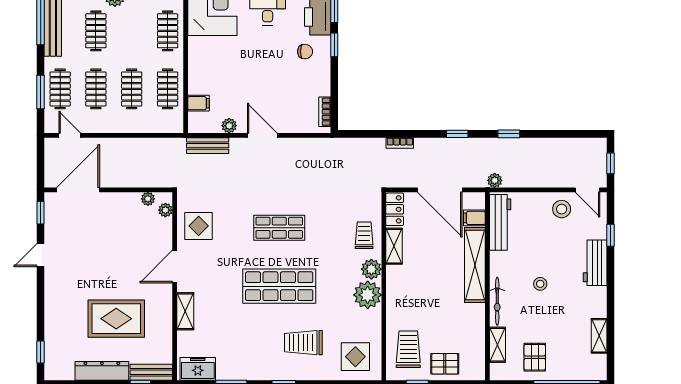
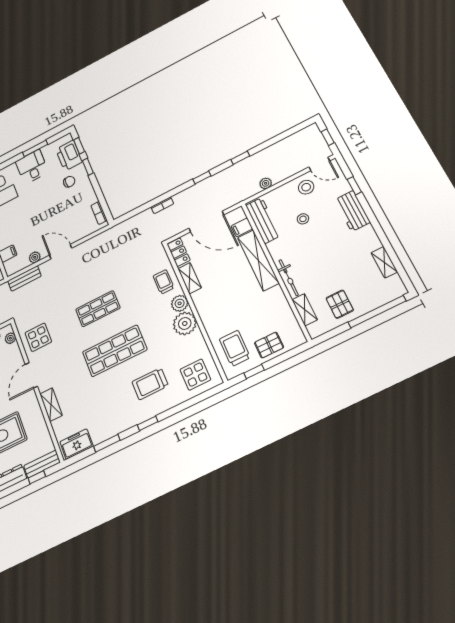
plant: (495, 180) -> (266, 183), moved
stool: (540, 284) -> (303, 219), moved

